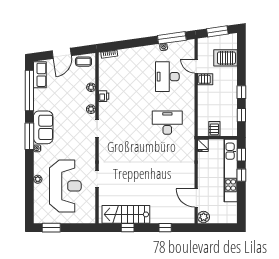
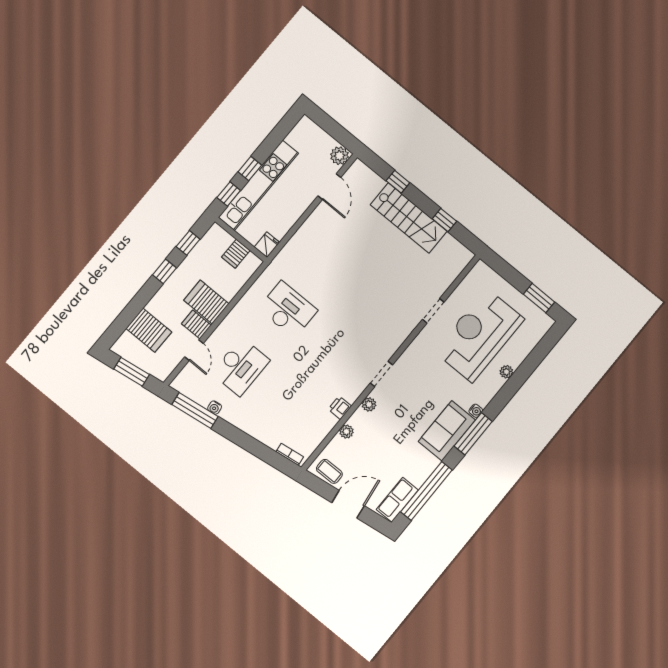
server rack: (209, 94) -> (206, 302), added
desk: (167, 123) -> (288, 310), turned 180
stairs: (126, 214) -> (409, 218), moved

